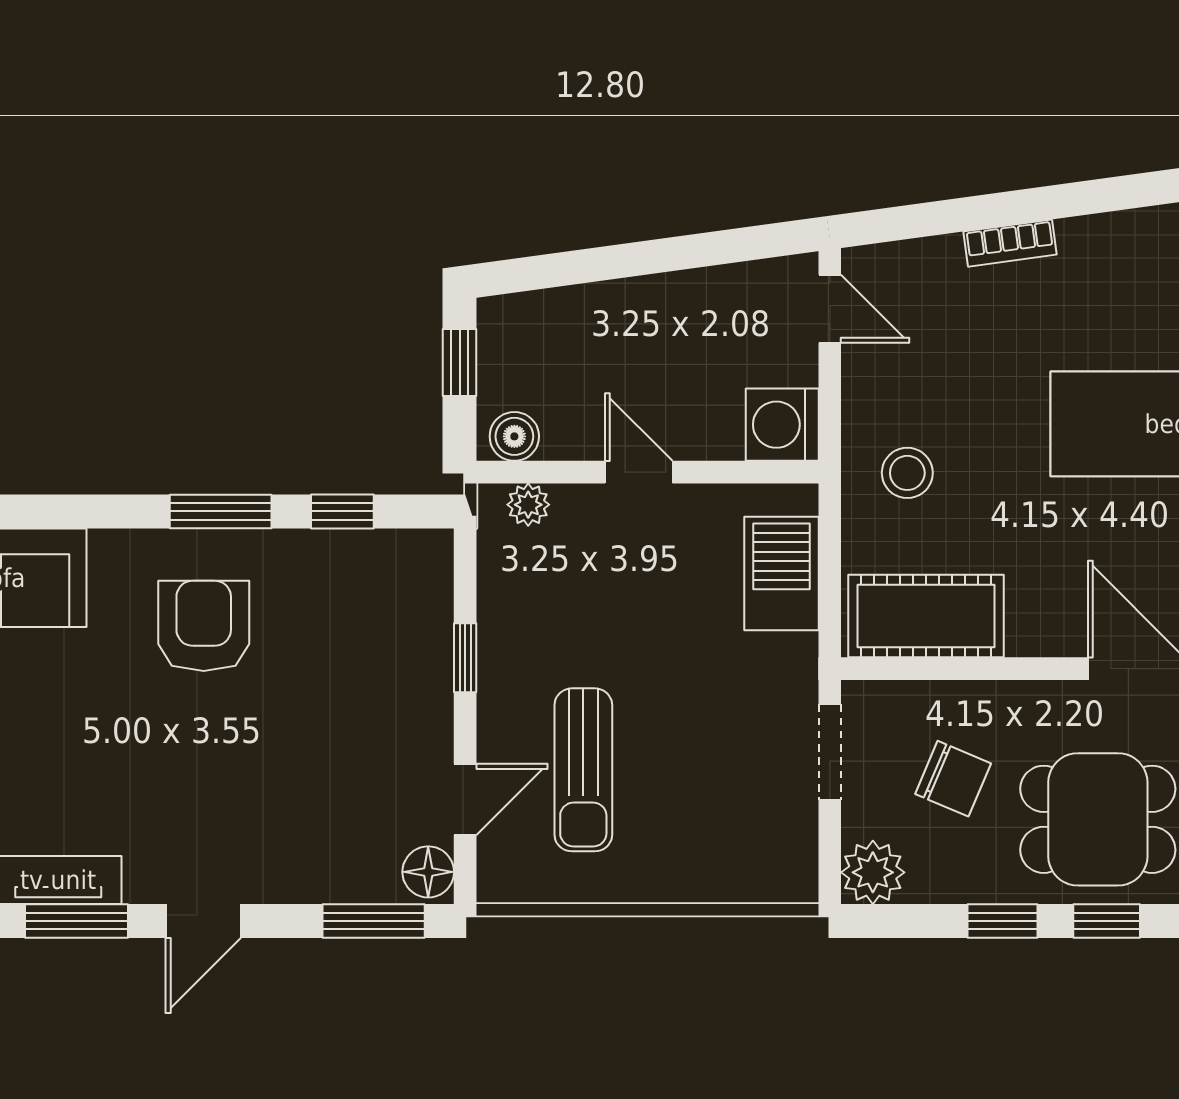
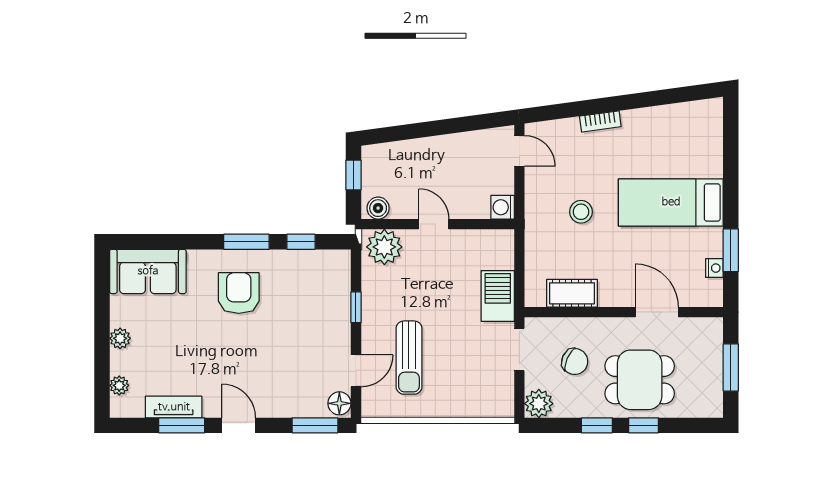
washing machine: (782, 425) -> (503, 207), width x0.73, depth x0.73
stool: (907, 473) -> (581, 212), moved
plant: (528, 505) -> (384, 247), width x1.88, depth x1.88
barbecue: (781, 573) -> (498, 296), moved
cot: (926, 616) -> (572, 293), width x0.73, depth x0.75
door: (203, 921) -> (239, 425), swing flipped

